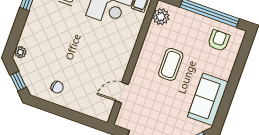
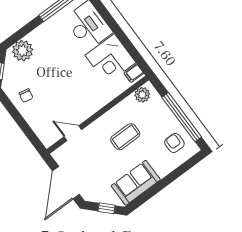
armchair: (219, 41) -> (174, 143), turned -90
plant: (20, 52) -> (23, 51), width x1.87, depth x1.87

